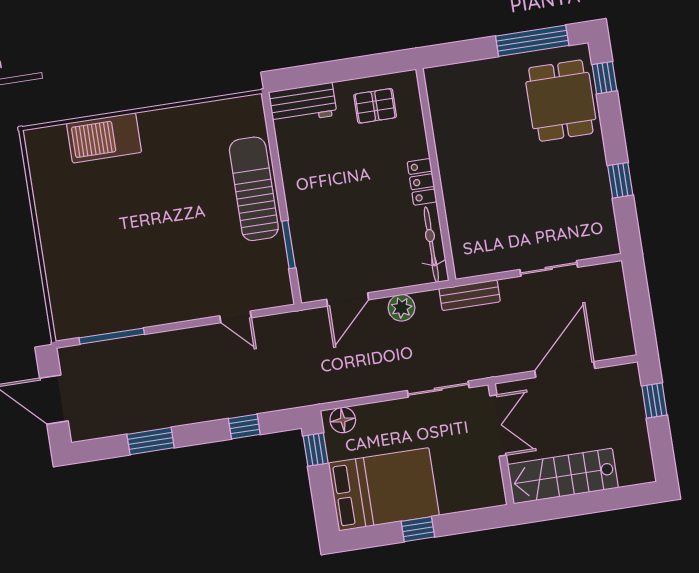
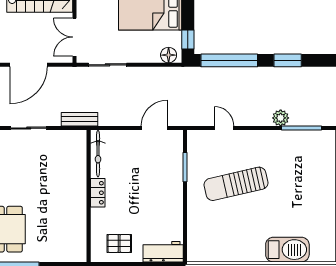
sun lounger: (254, 189) -> (236, 184), moved, turned 77
plant: (401, 308) -> (281, 118), moved
window: (244, 426) -> (229, 60), width x3.17

